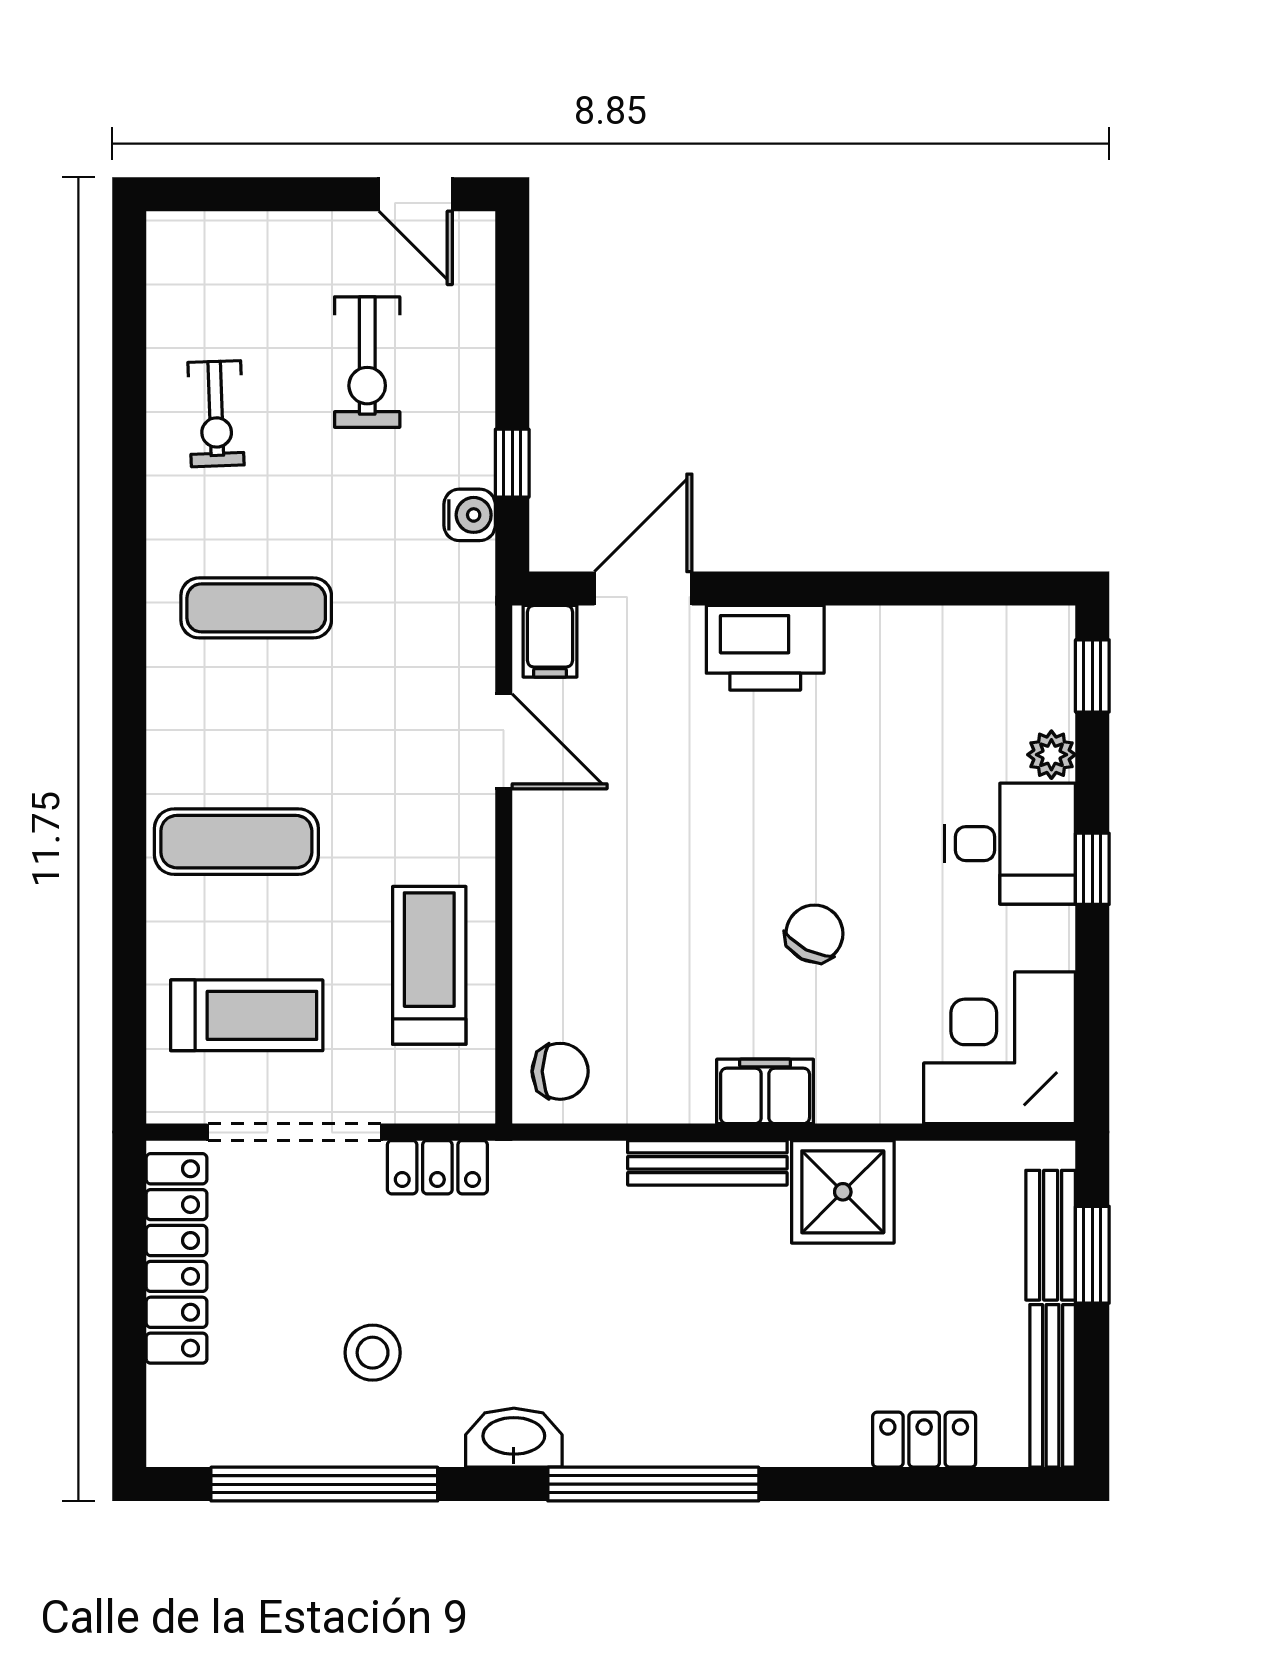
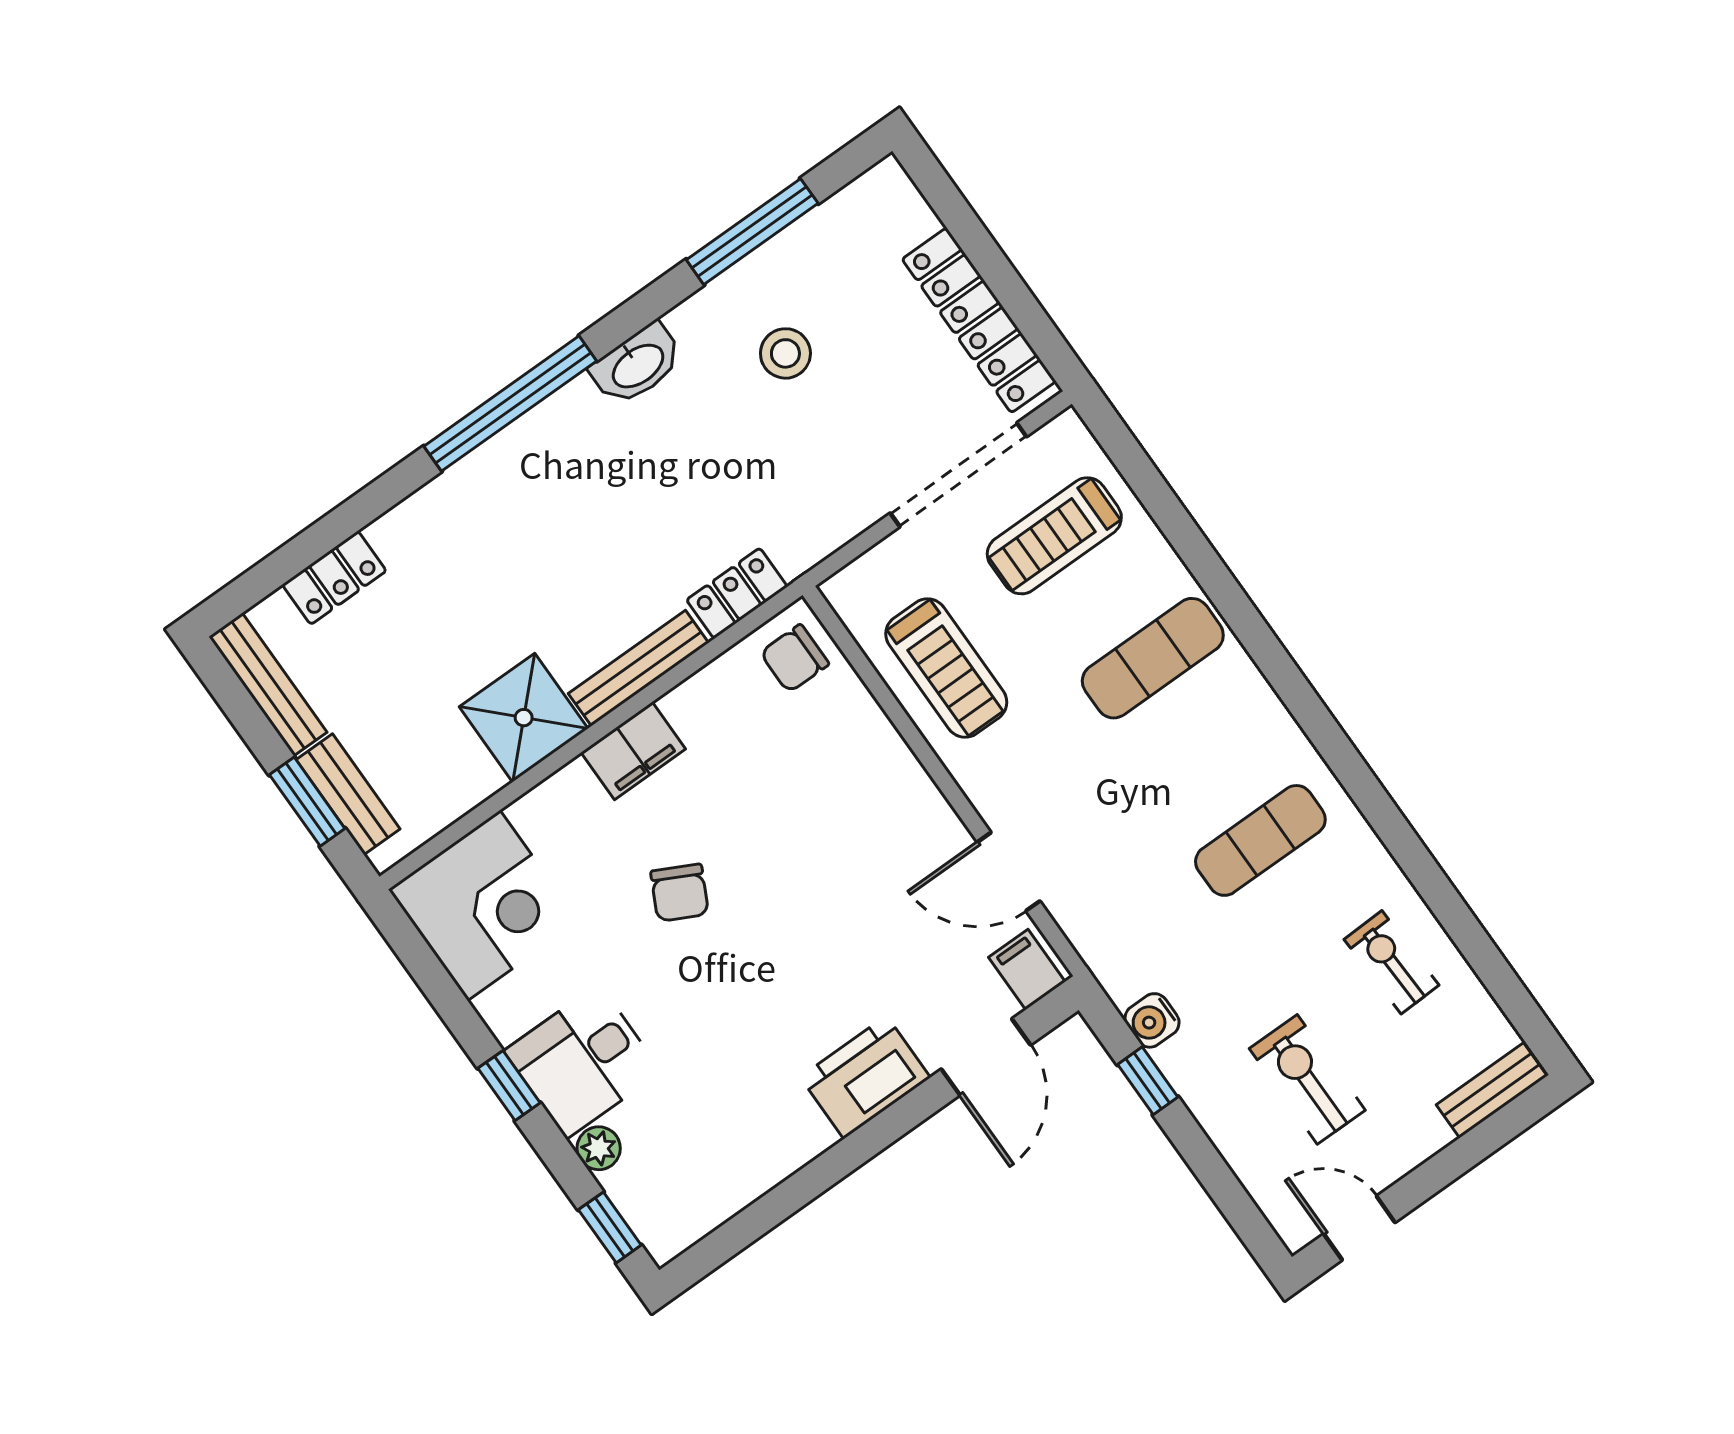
bench: (208, 234) -> (1492, 1090), added
locker: (437, 1167) -> (737, 593), moved
window: (324, 1484) -> (752, 232), width x0.68

